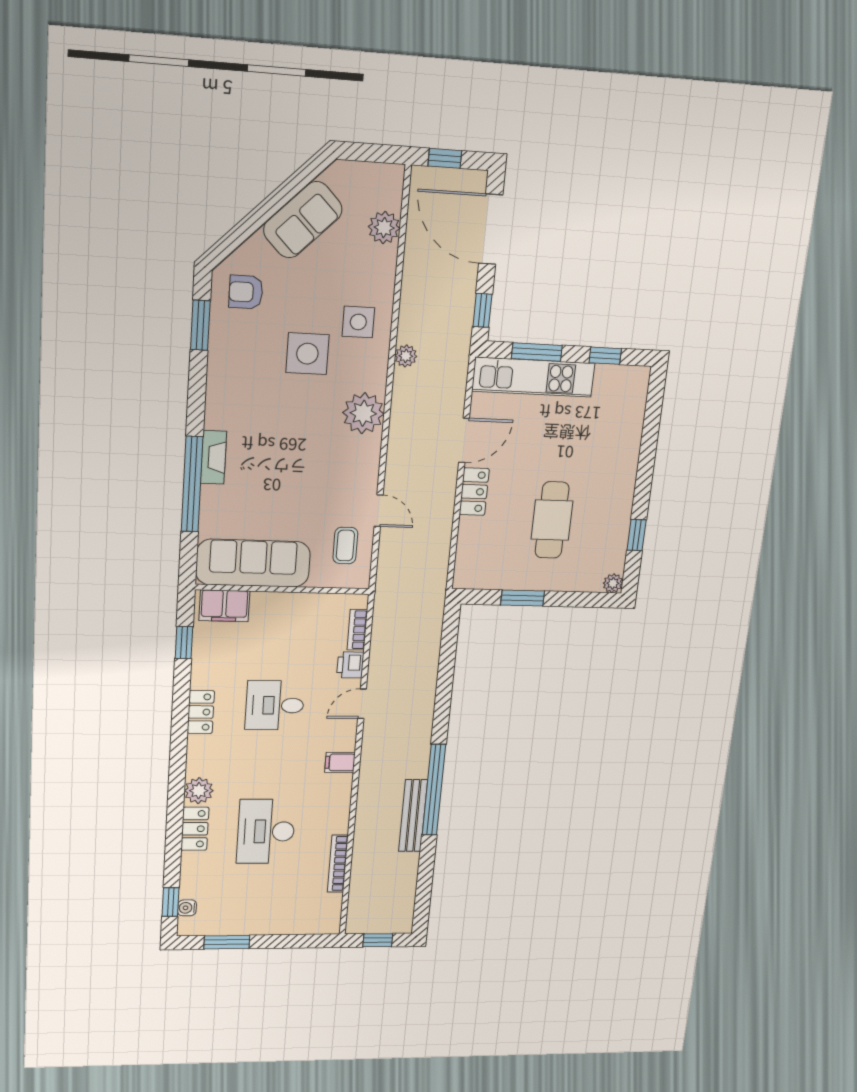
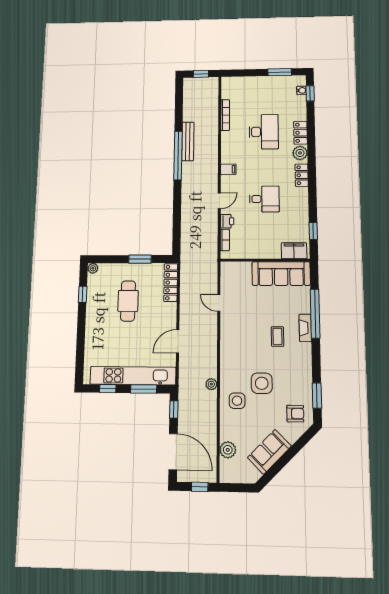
kitchen unit: (533, 377) -> (133, 376), width x1.36
plant: (363, 413) -> (231, 354), removed
locker: (474, 492) -> (171, 283), moved, width x1.53
coffee table: (345, 545) -> (278, 337), moved
locker: (201, 712) -> (302, 175), moved

